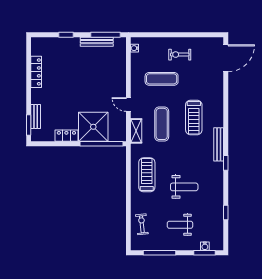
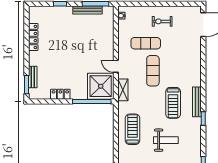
treadmill: (194, 117) -> (173, 103), moved
exercise mat: (162, 124) -> (153, 71), moved
shower: (93, 127) -> (101, 86), moved

